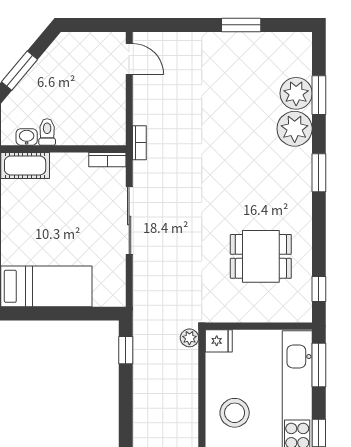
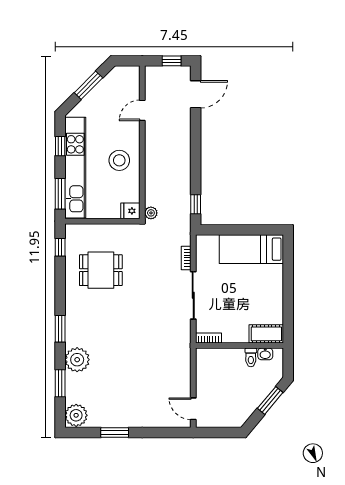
plant: (296, 93) -> (76, 415), moved
bookcase: (139, 143) -> (186, 258), moved

